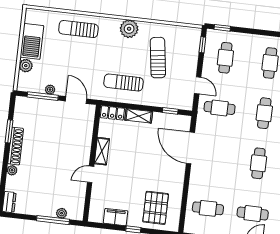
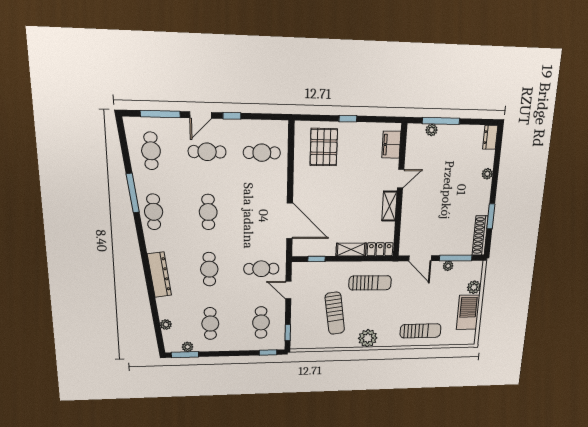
shoe rack: (16, 146) -> (480, 236), moved
filing cabinet: (116, 217) -> (391, 145), moved, turned 90

